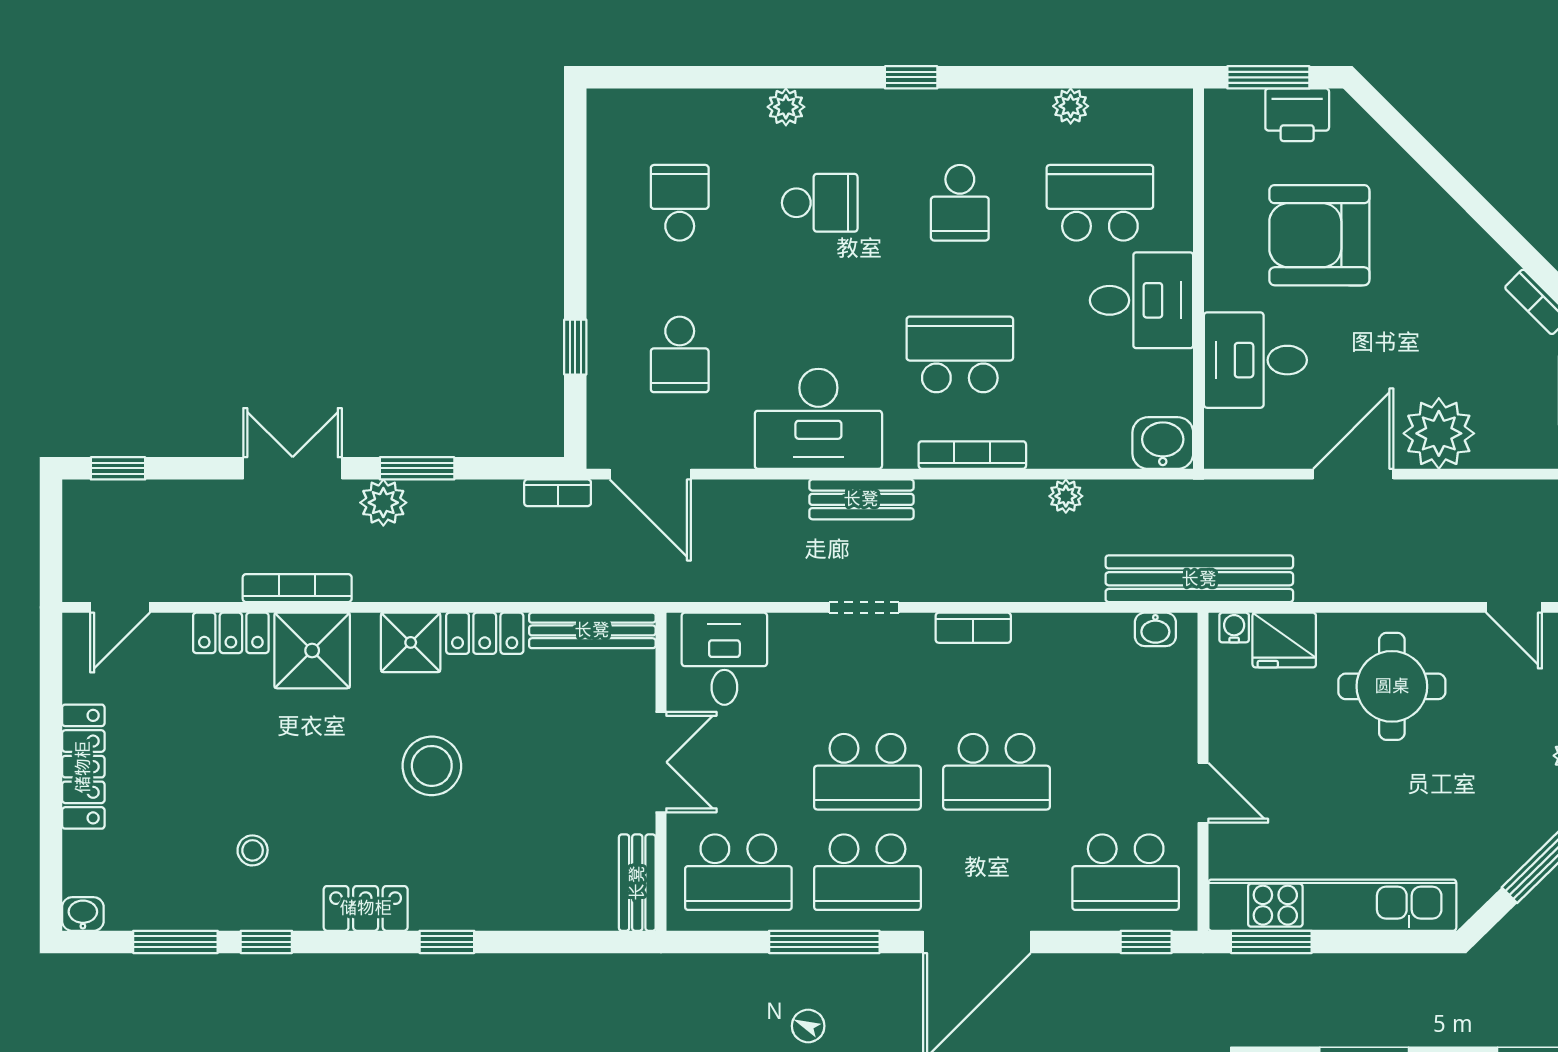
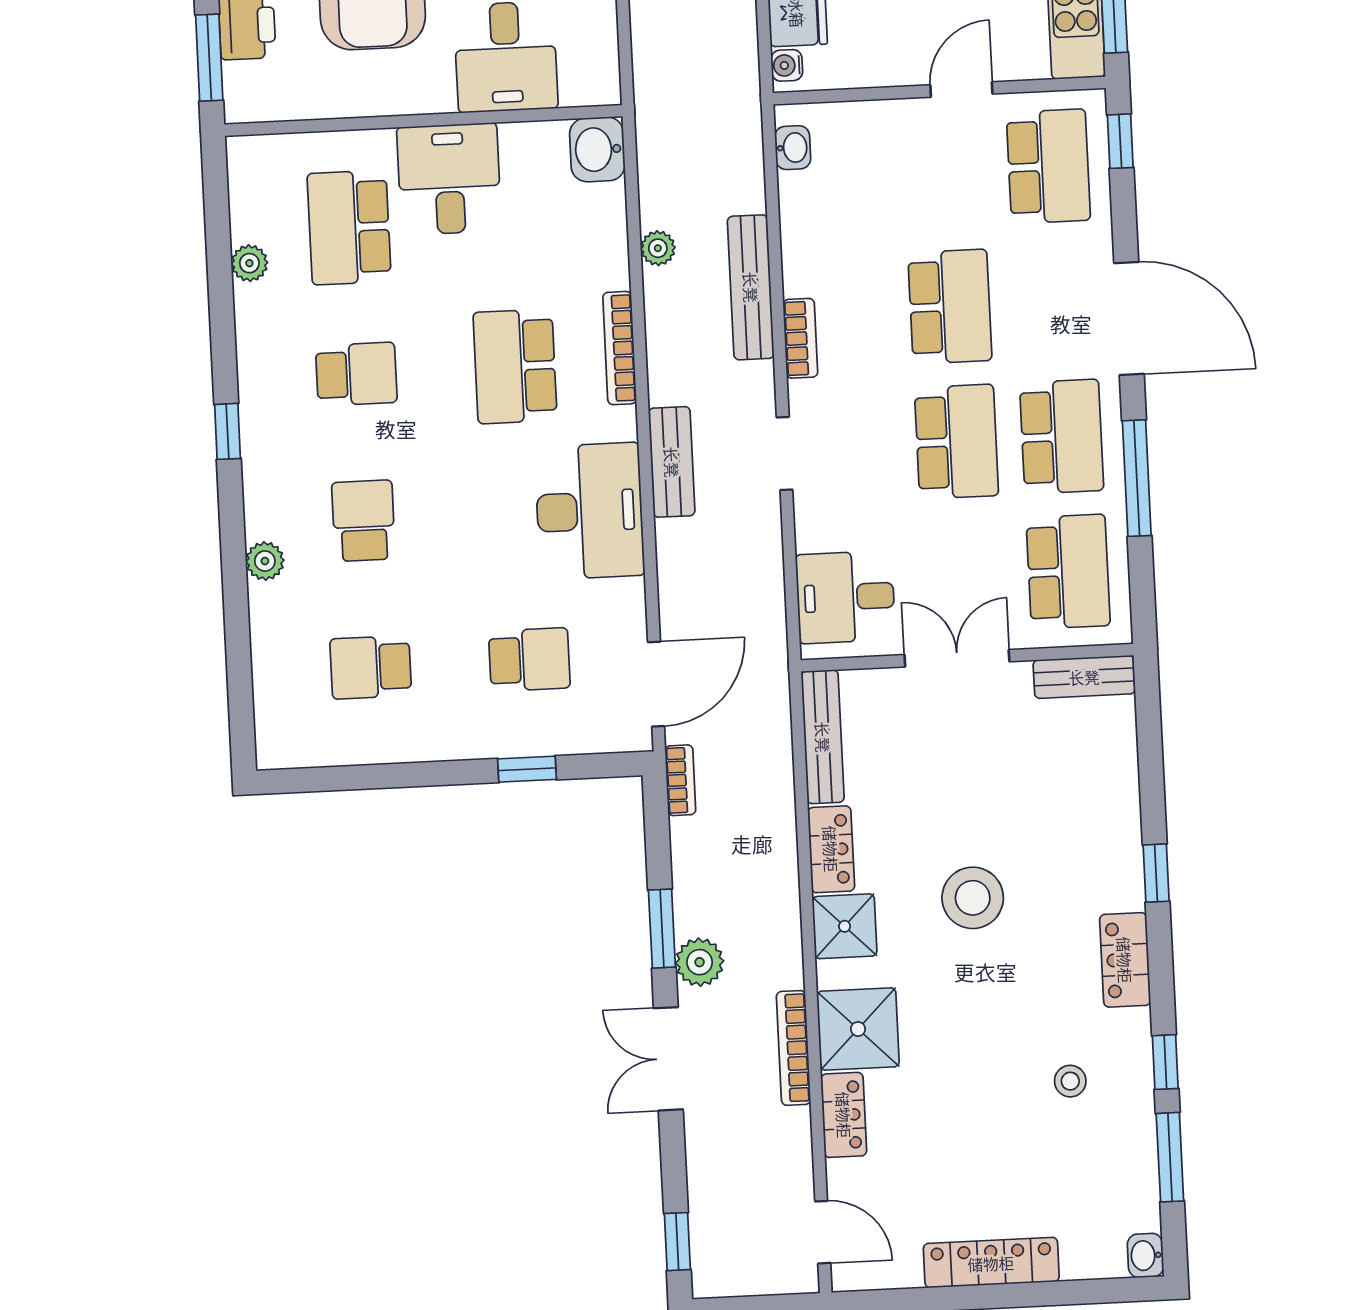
bench: (1199, 579) -> (751, 287), moved, width x0.73, depth x0.82

